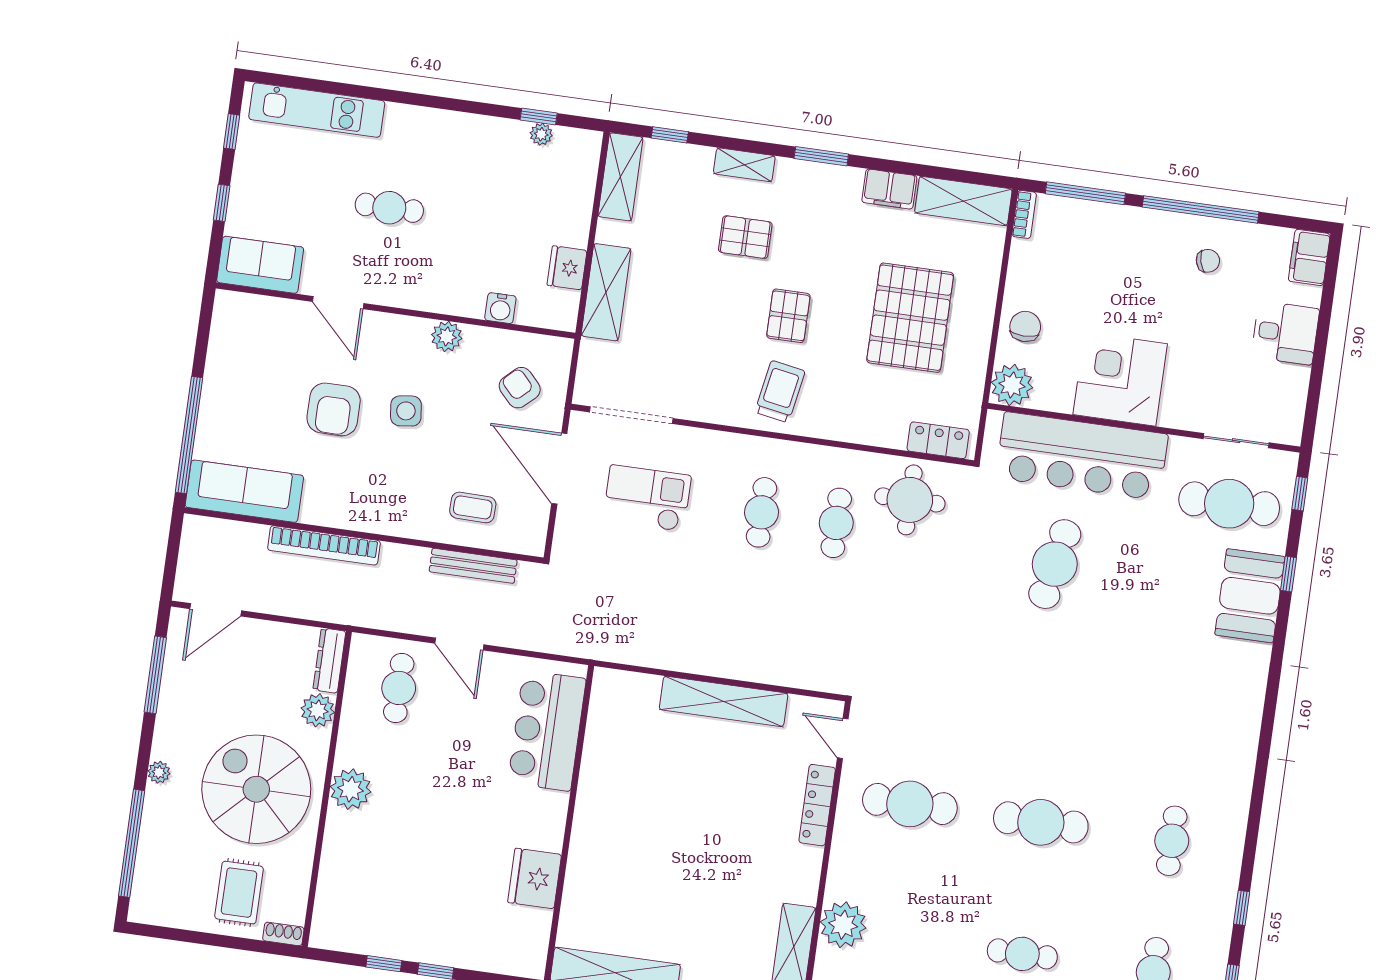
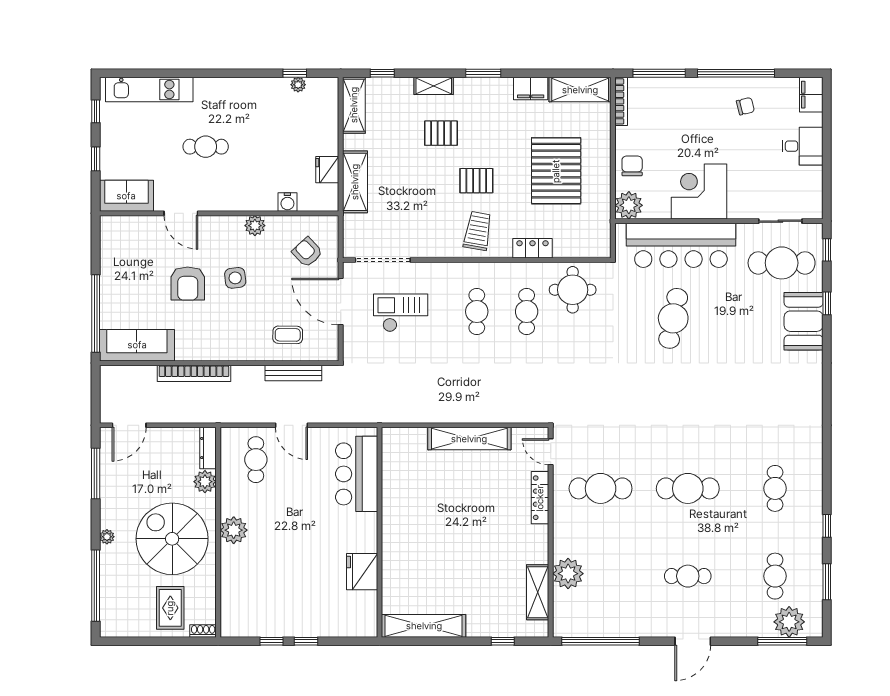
bookcase: (1024, 214) -> (621, 101), width x1.56
pallet: (788, 316) -> (476, 181), turned 90
locker: (938, 440) -> (532, 248), moved

